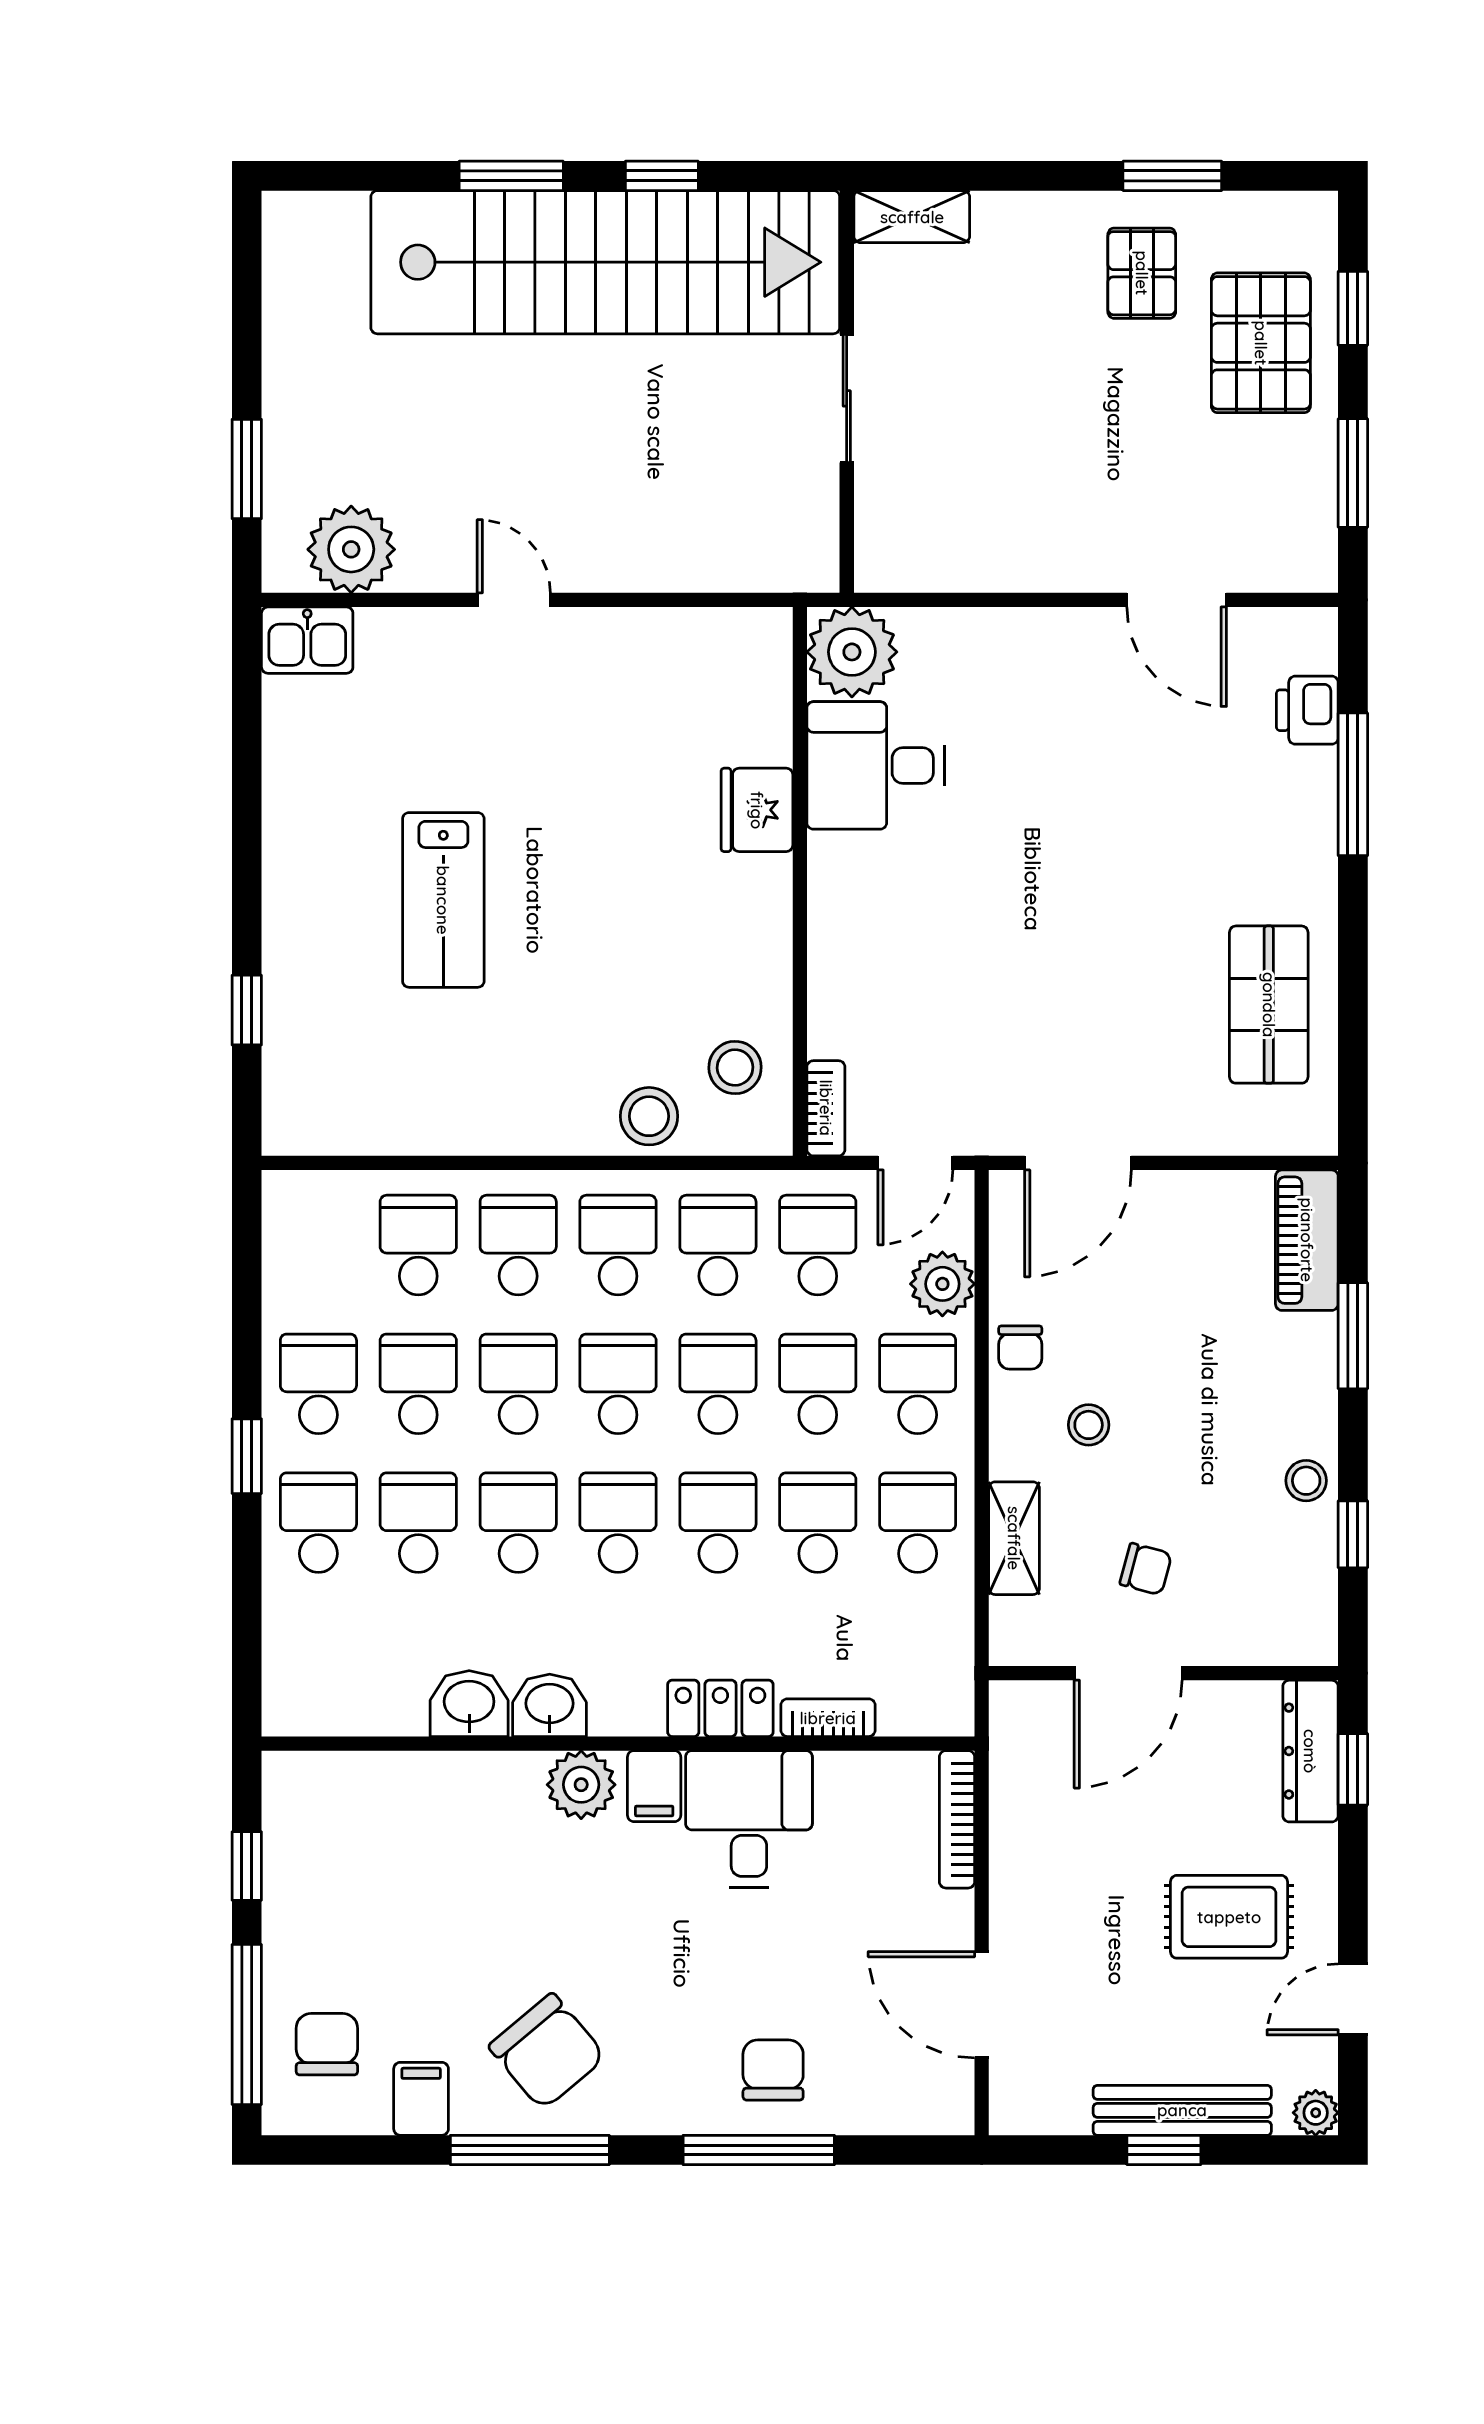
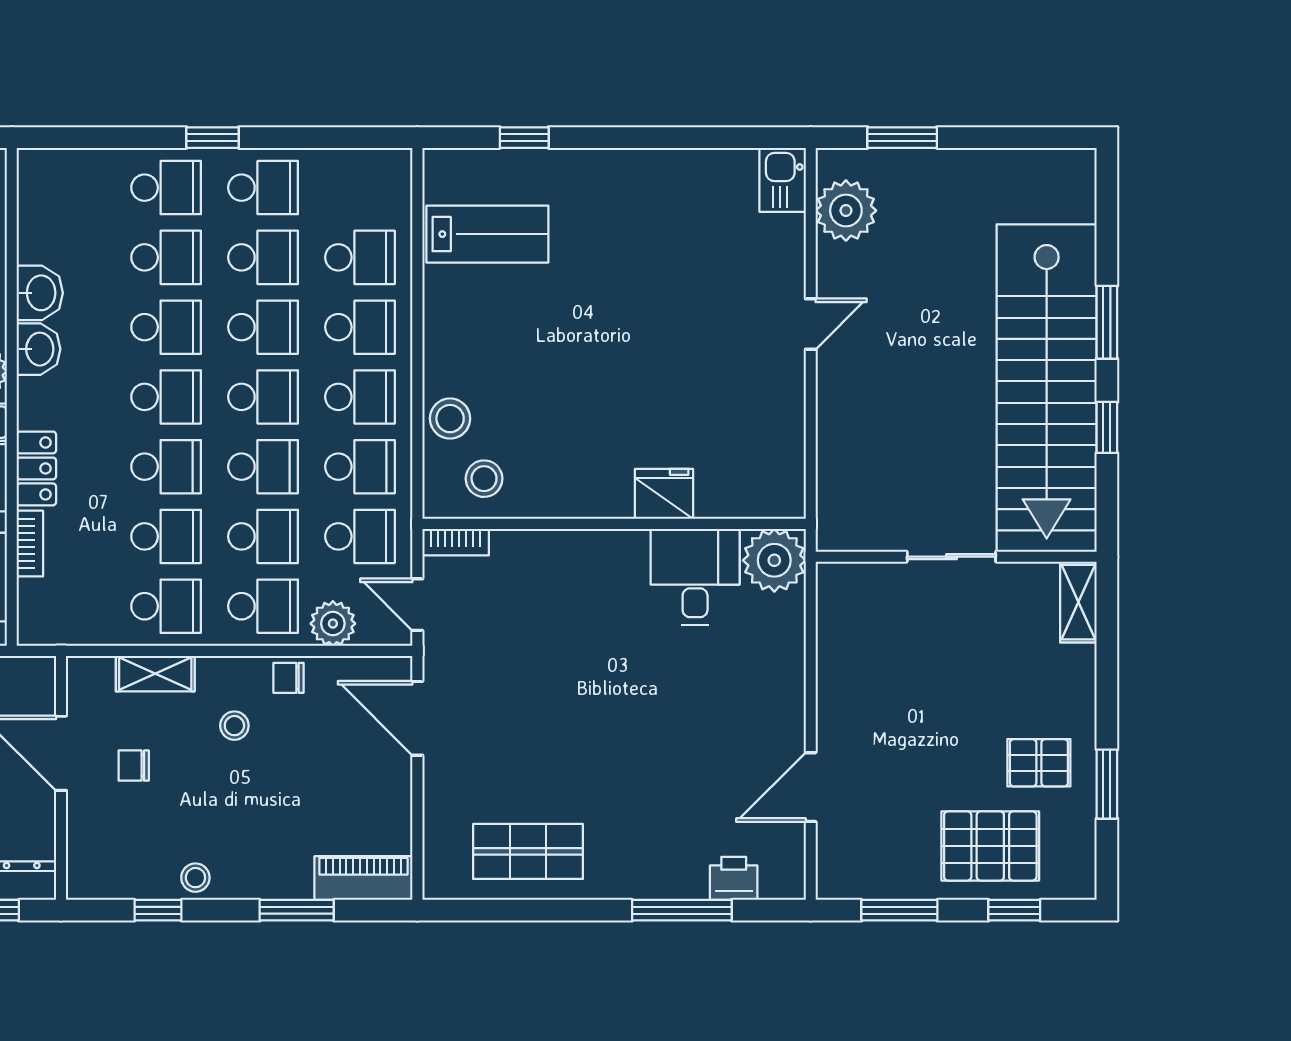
lab bench: (443, 900) -> (487, 234), moved, turned 180
chair: (1146, 1569) -> (134, 766), turned 75

